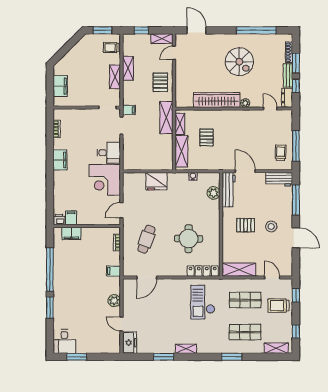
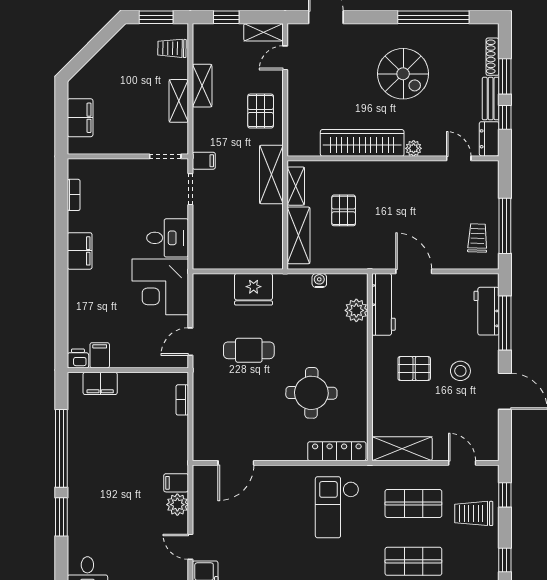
workbench: (279, 179) -> (486, 311), moved, turned 90
cafe table: (146, 239) -> (249, 350), moved, turned 70
filing cabinet: (114, 271) -> (176, 483), moved

